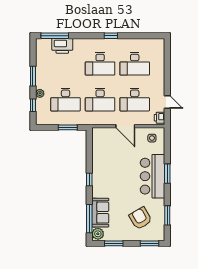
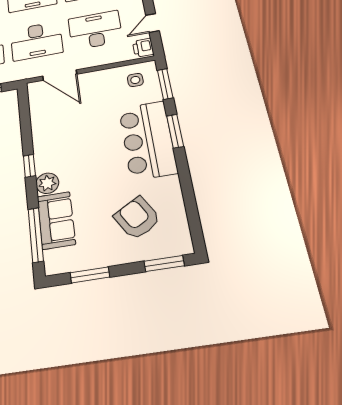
desk: (135, 100) -> (95, 30), turned 180
door: (167, 102) -> (152, 23), swing flipped
door: (125, 126) -> (60, 75), moved
window: (167, 215) -> (165, 84), moved
plant: (98, 234) -> (47, 183), moved

